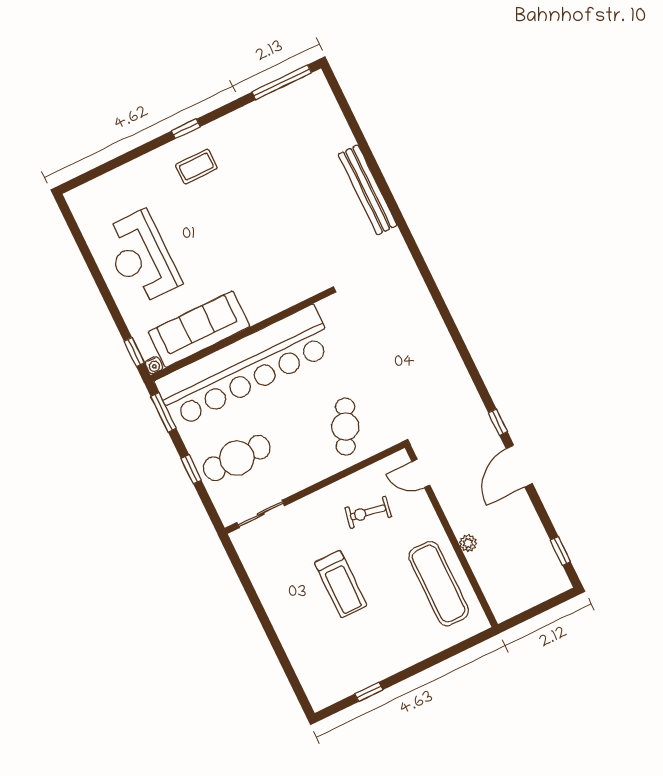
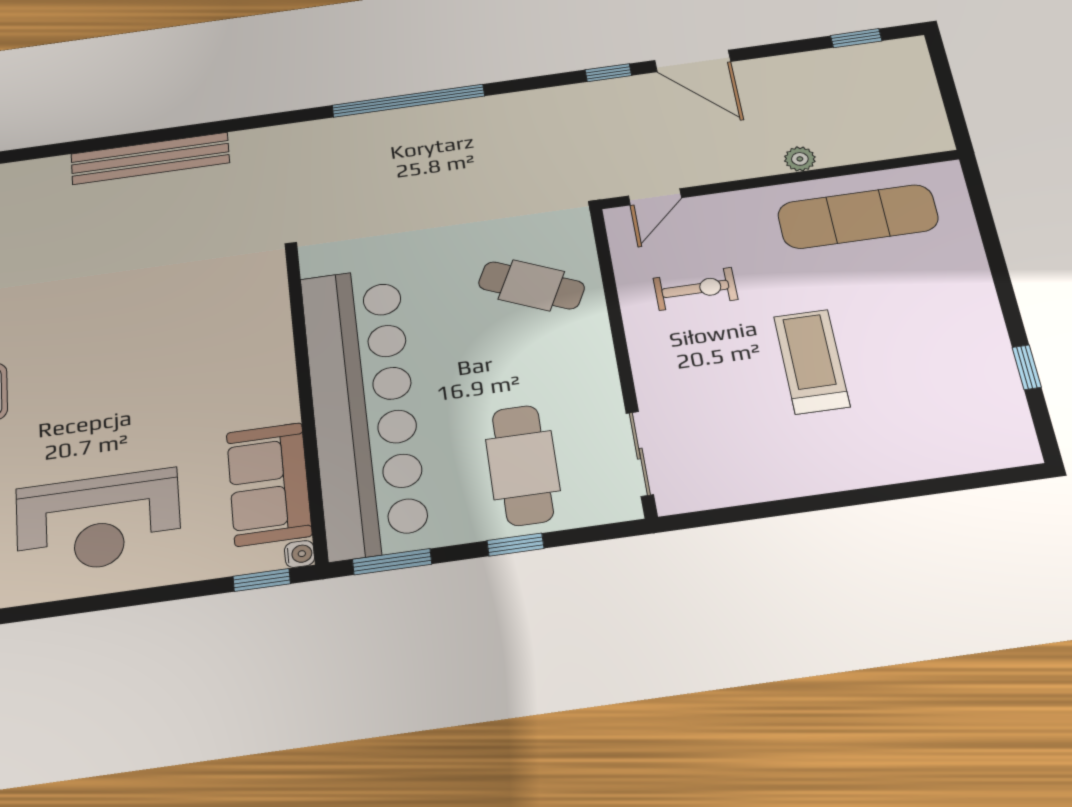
window: (447, 318) -> (408, 101), added
sofa: (199, 329) -> (269, 484), width x0.73
exercise bike: (368, 512) -> (695, 289), turned -100
treadmill: (341, 584) -> (812, 361), turned -90

